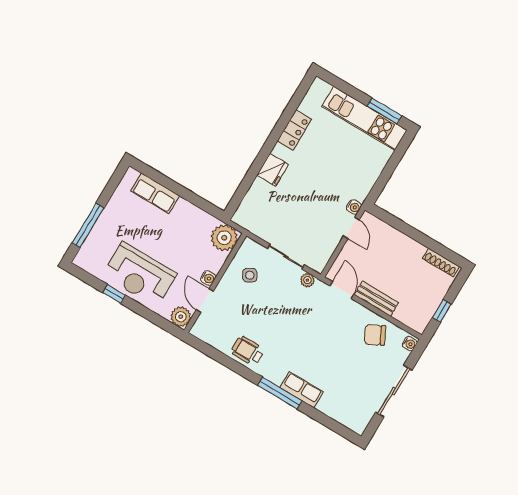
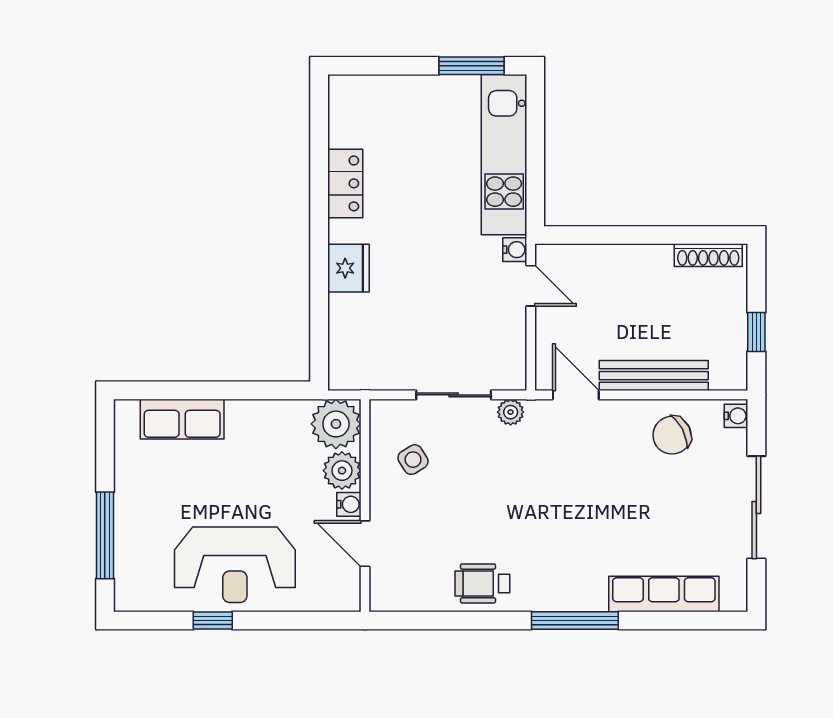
kitchen unit: (364, 118) -> (504, 155), moved, turned 90
bench: (376, 299) -> (654, 376), width x1.36
plant: (181, 317) -> (342, 471), moved
row of seats: (302, 390) -> (664, 594), moved, width x1.48

